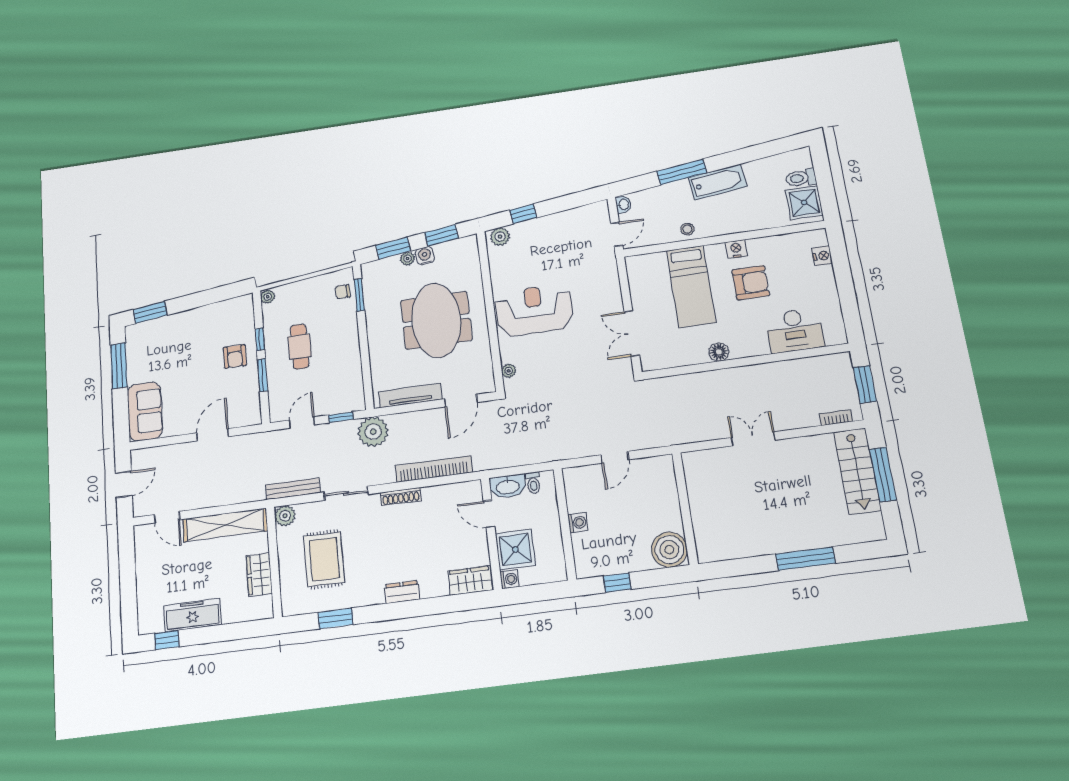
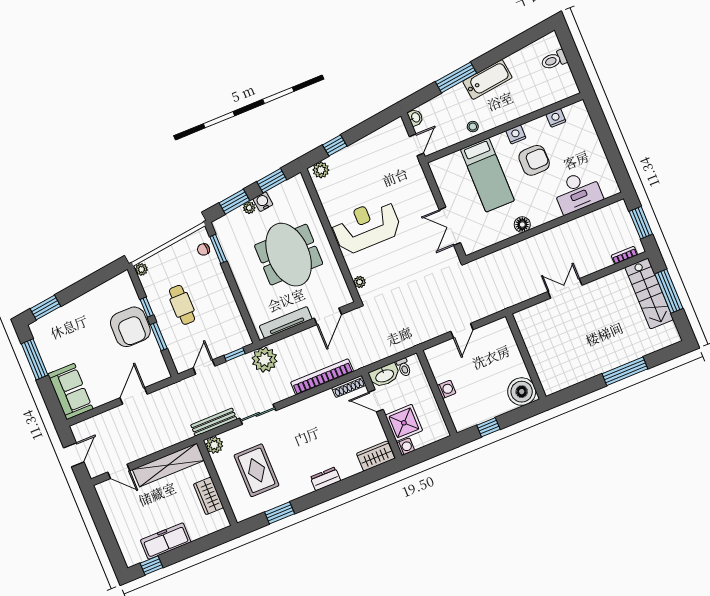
shower: (804, 203) -> (561, 81), removed
nightstand: (822, 256) -> (556, 118), moved, turned -90
armchair: (235, 356) -> (130, 327), width x1.88, depth x1.88
shoe rack: (401, 497) -> (349, 386), moved

